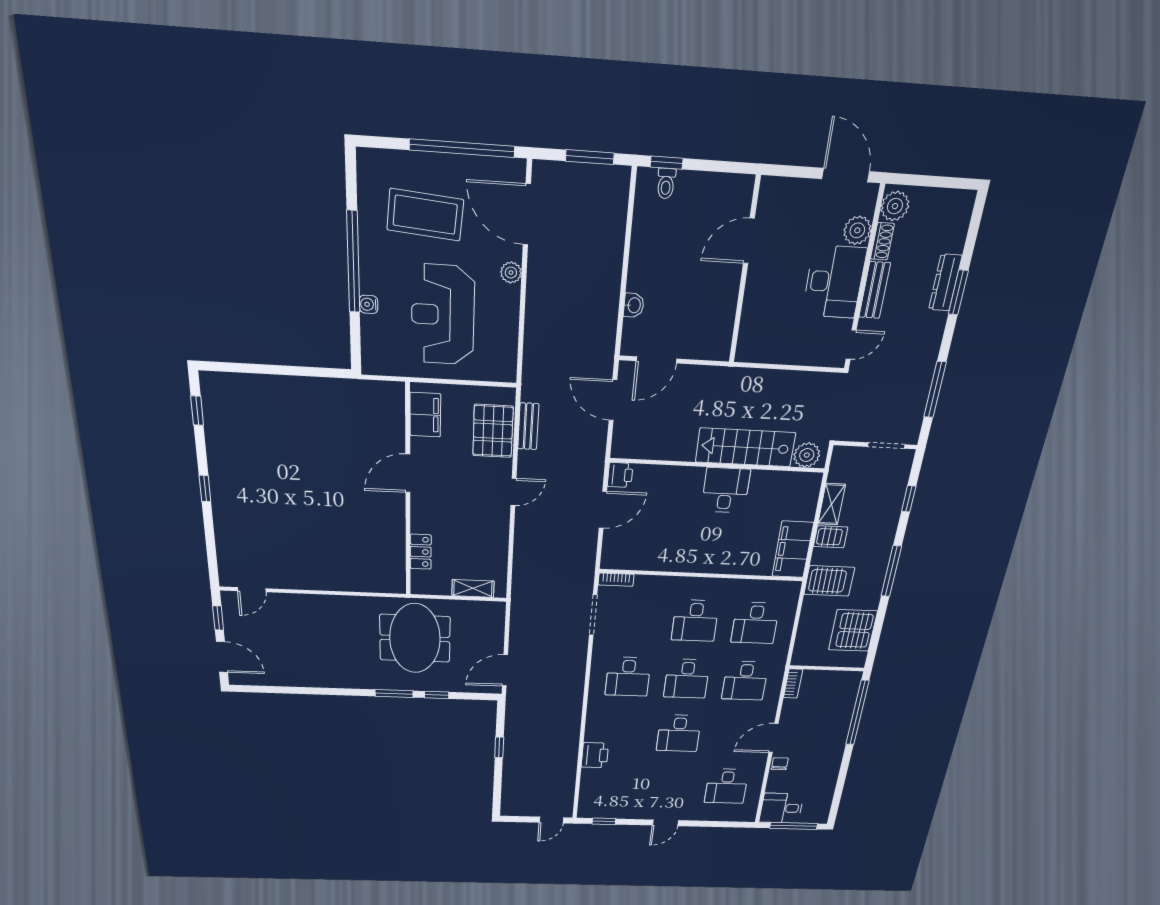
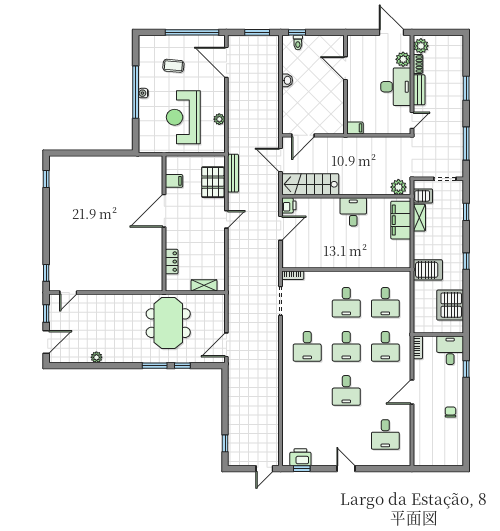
coffee table: (425, 215) -> (173, 66), width x0.54, depth x0.58
door: (749, 241) -> (346, 68), hinge flipped
plant: (511, 273) -> (219, 119), moved
dresser: (945, 283) -> (458, 83), removed
water cooler: (369, 304) -> (143, 93), moved
washbasin: (634, 305) -> (287, 80), moved
filing cabinet: (749, 352) -> (355, 128), added
filing cabinet: (425, 415) -> (174, 181), width x0.50
bench: (528, 426) -> (233, 173), width x1.36
stairs: (745, 447) -> (310, 184), moved
door: (408, 473) -> (164, 211), width x1.36
window: (205, 488) -> (46, 273), moved
server rack: (831, 537) -> (423, 196), moved
filing cabinet: (793, 549) -> (401, 220), moved
window: (891, 571) -> (466, 261), width x0.46
door: (222, 657) -> (46, 342), hinge flipped
plant: (303, 680) -> (96, 357), added
window: (857, 713) -> (466, 369), width x0.32
window: (499, 747) -> (225, 443), moved
printer: (595, 755) -> (300, 457), moved, turned -90
chair: (780, 764) -> (450, 412), moved
desk: (781, 808) -> (450, 350), moved, turned 90
door: (665, 823) -> (346, 469), swing flipped
window: (794, 826) -> (439, 469), removed

